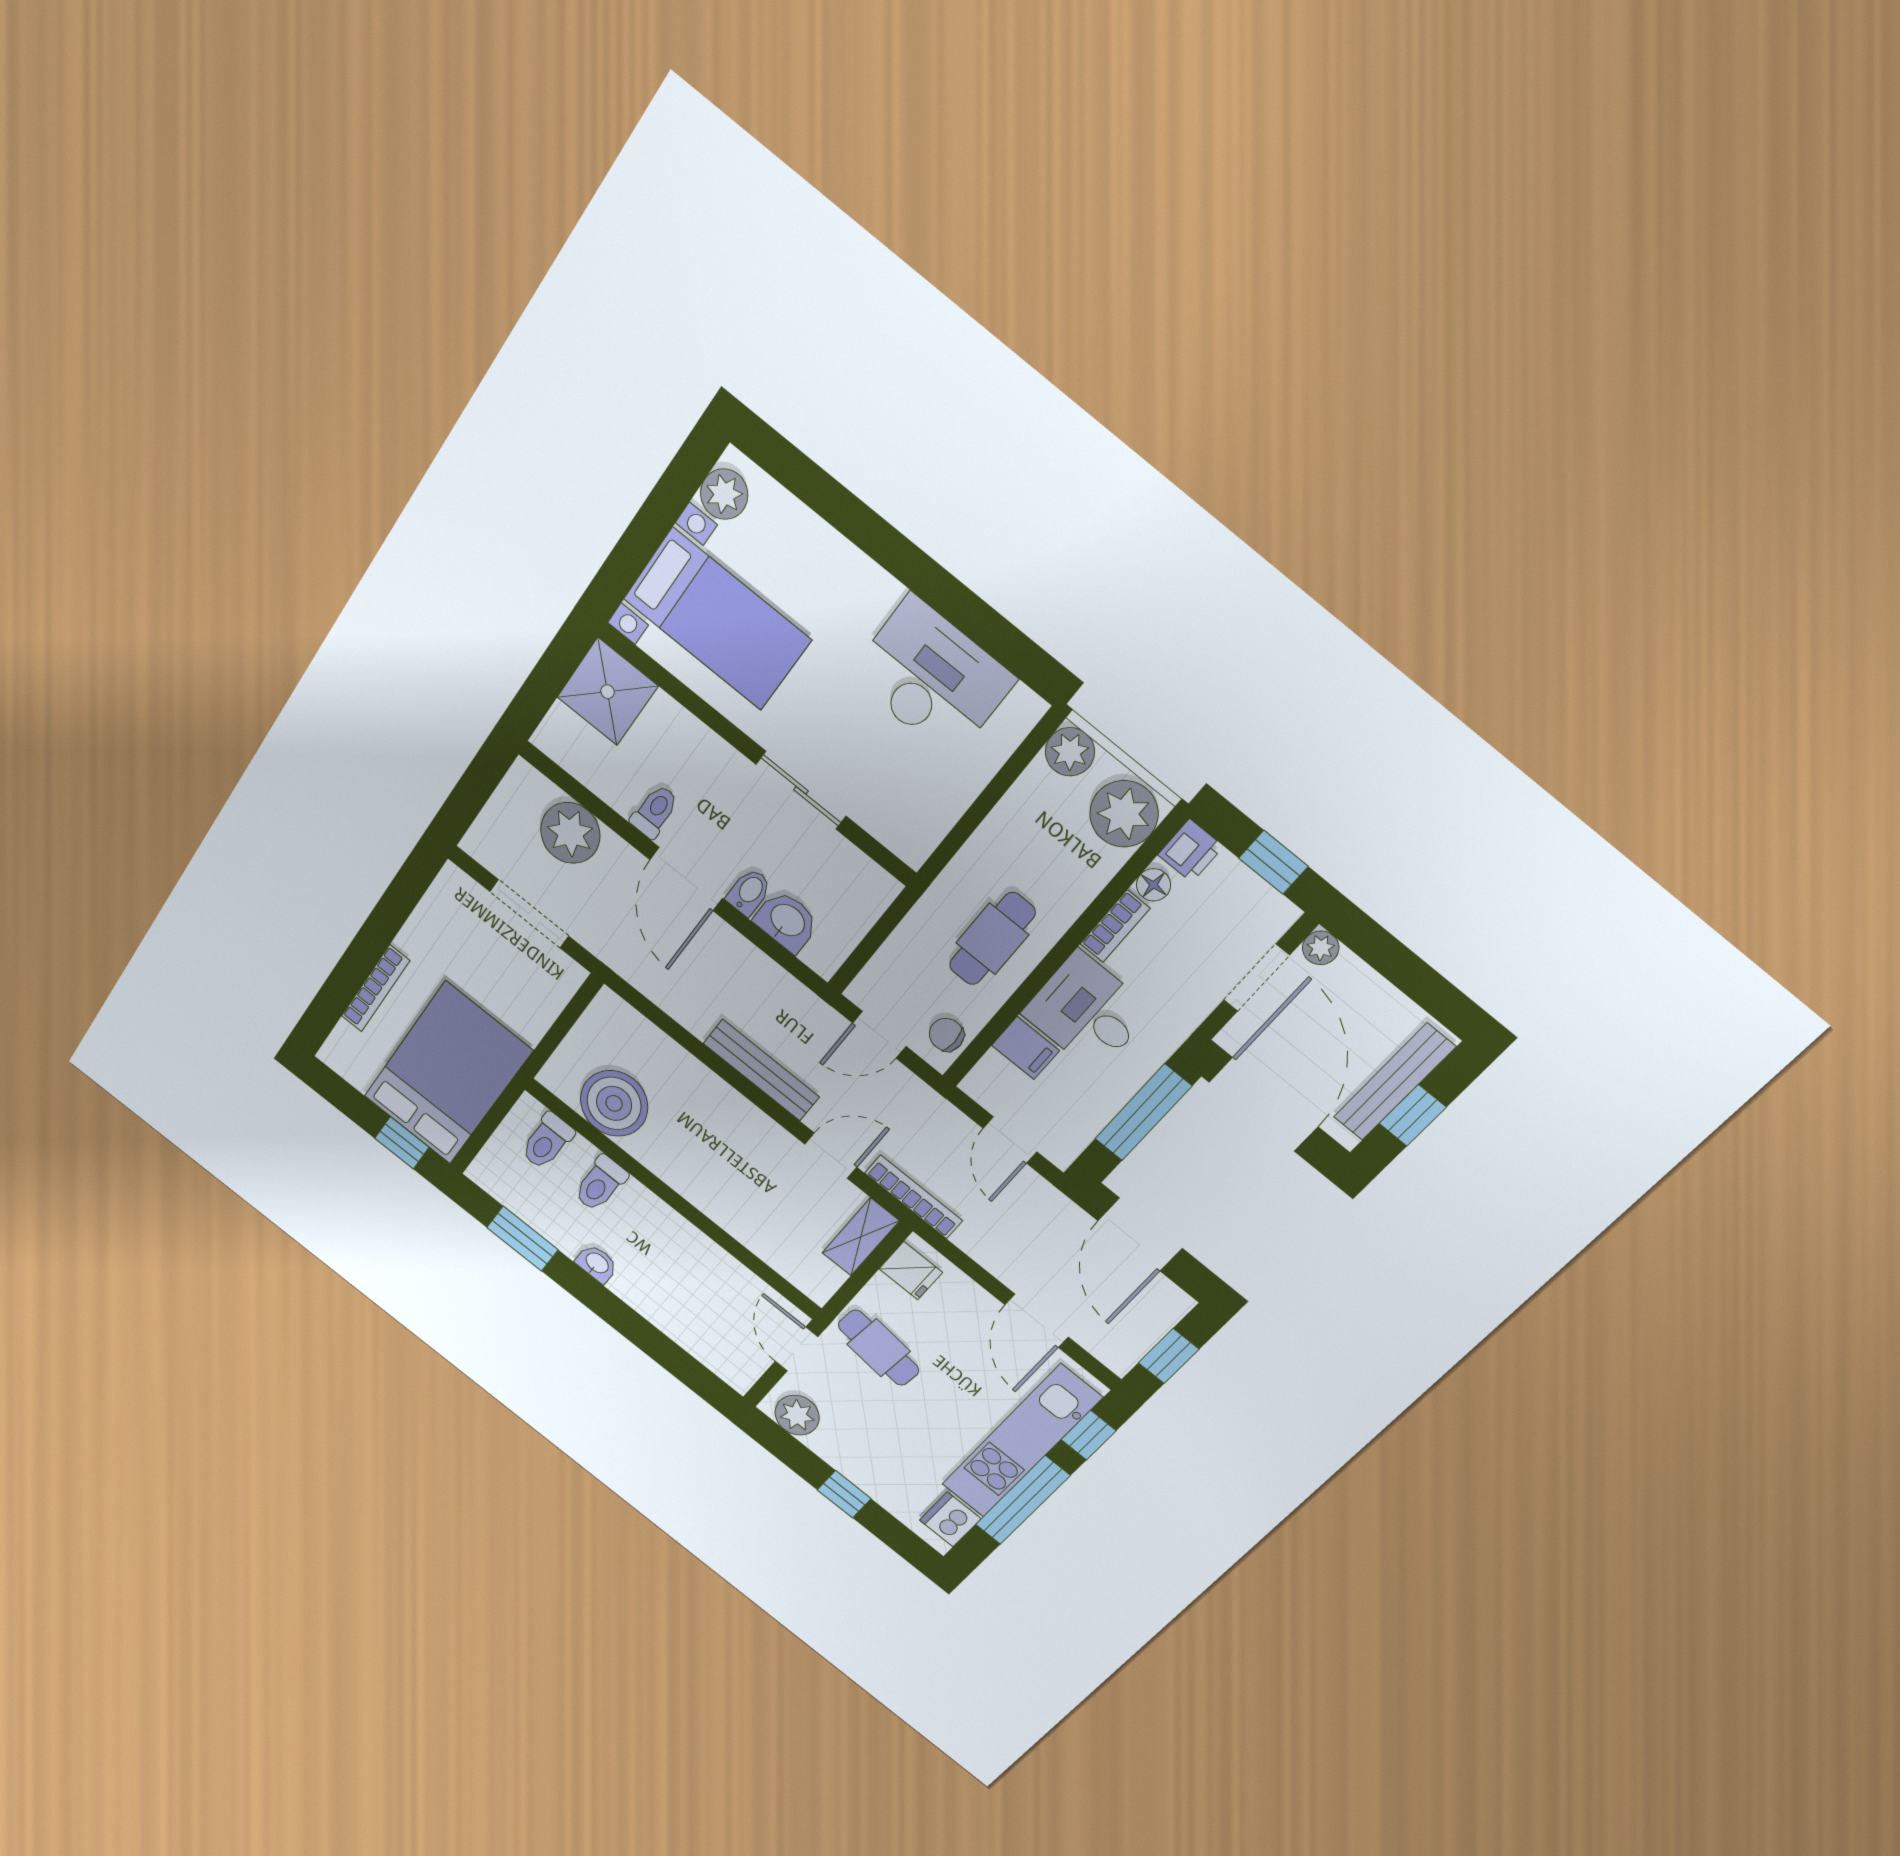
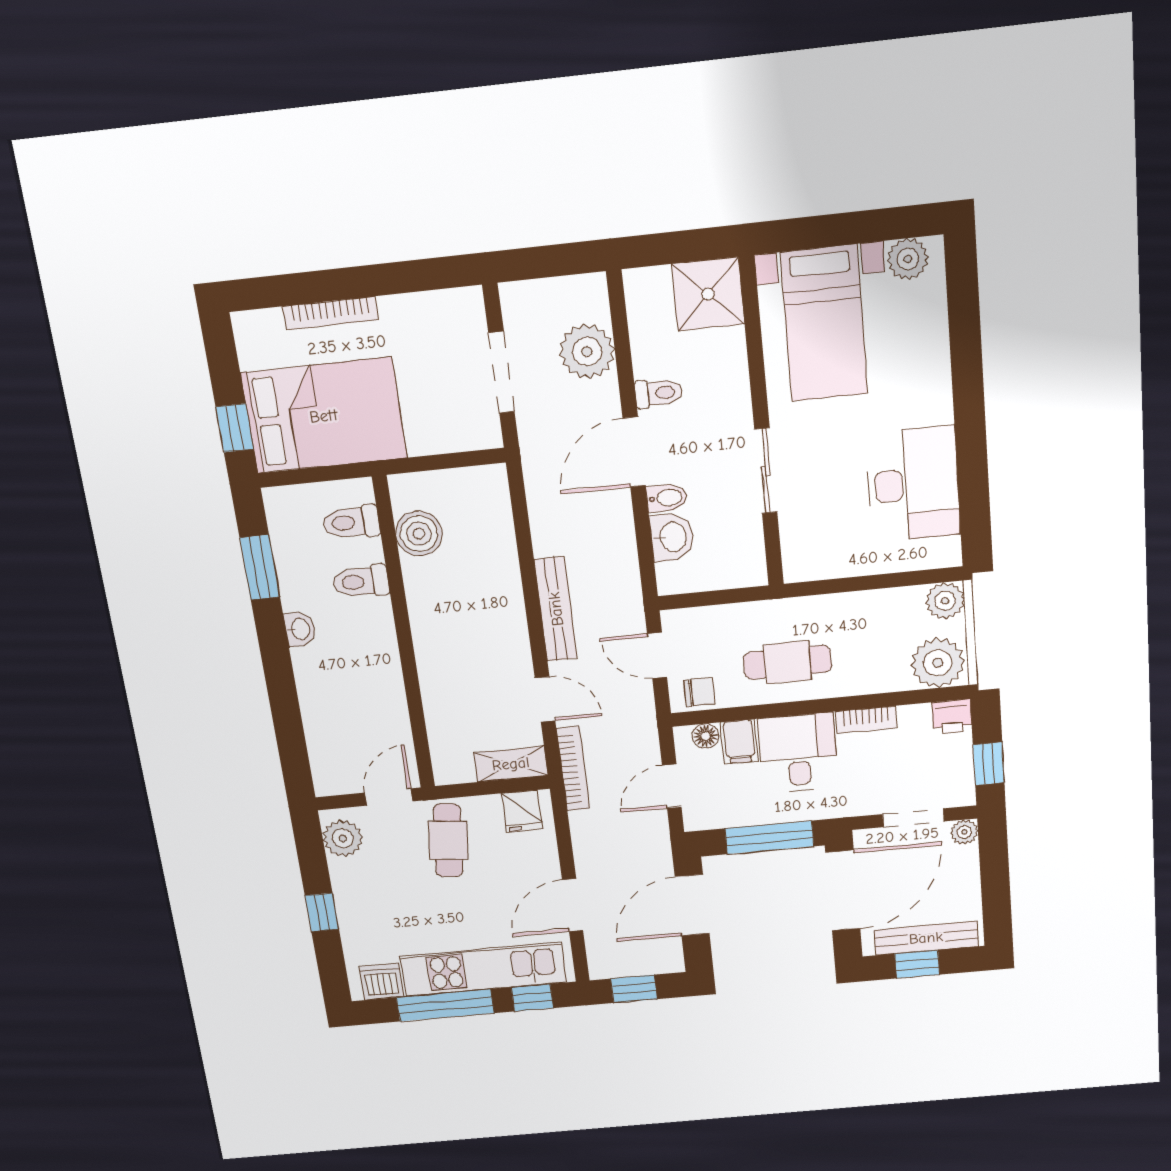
floor lamp: (1154, 885) -> (706, 736), moved
chair: (947, 1035) -> (699, 692), turned 90
boiler: (614, 1103) -> (419, 534), width x0.73, depth x0.73

